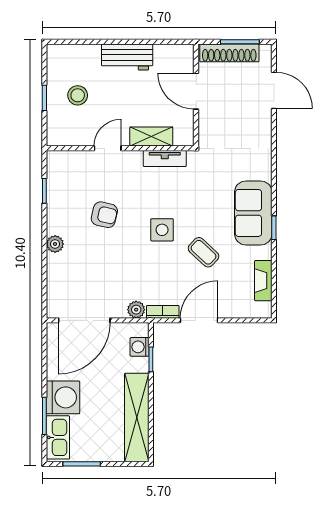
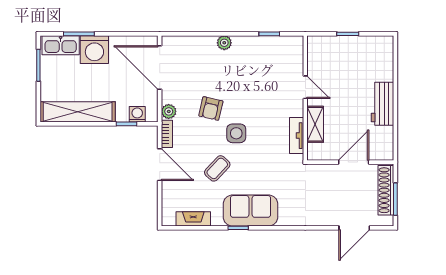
stool: (78, 95) -> (350, 62), removed
armchair: (104, 215) -> (211, 108), moved

